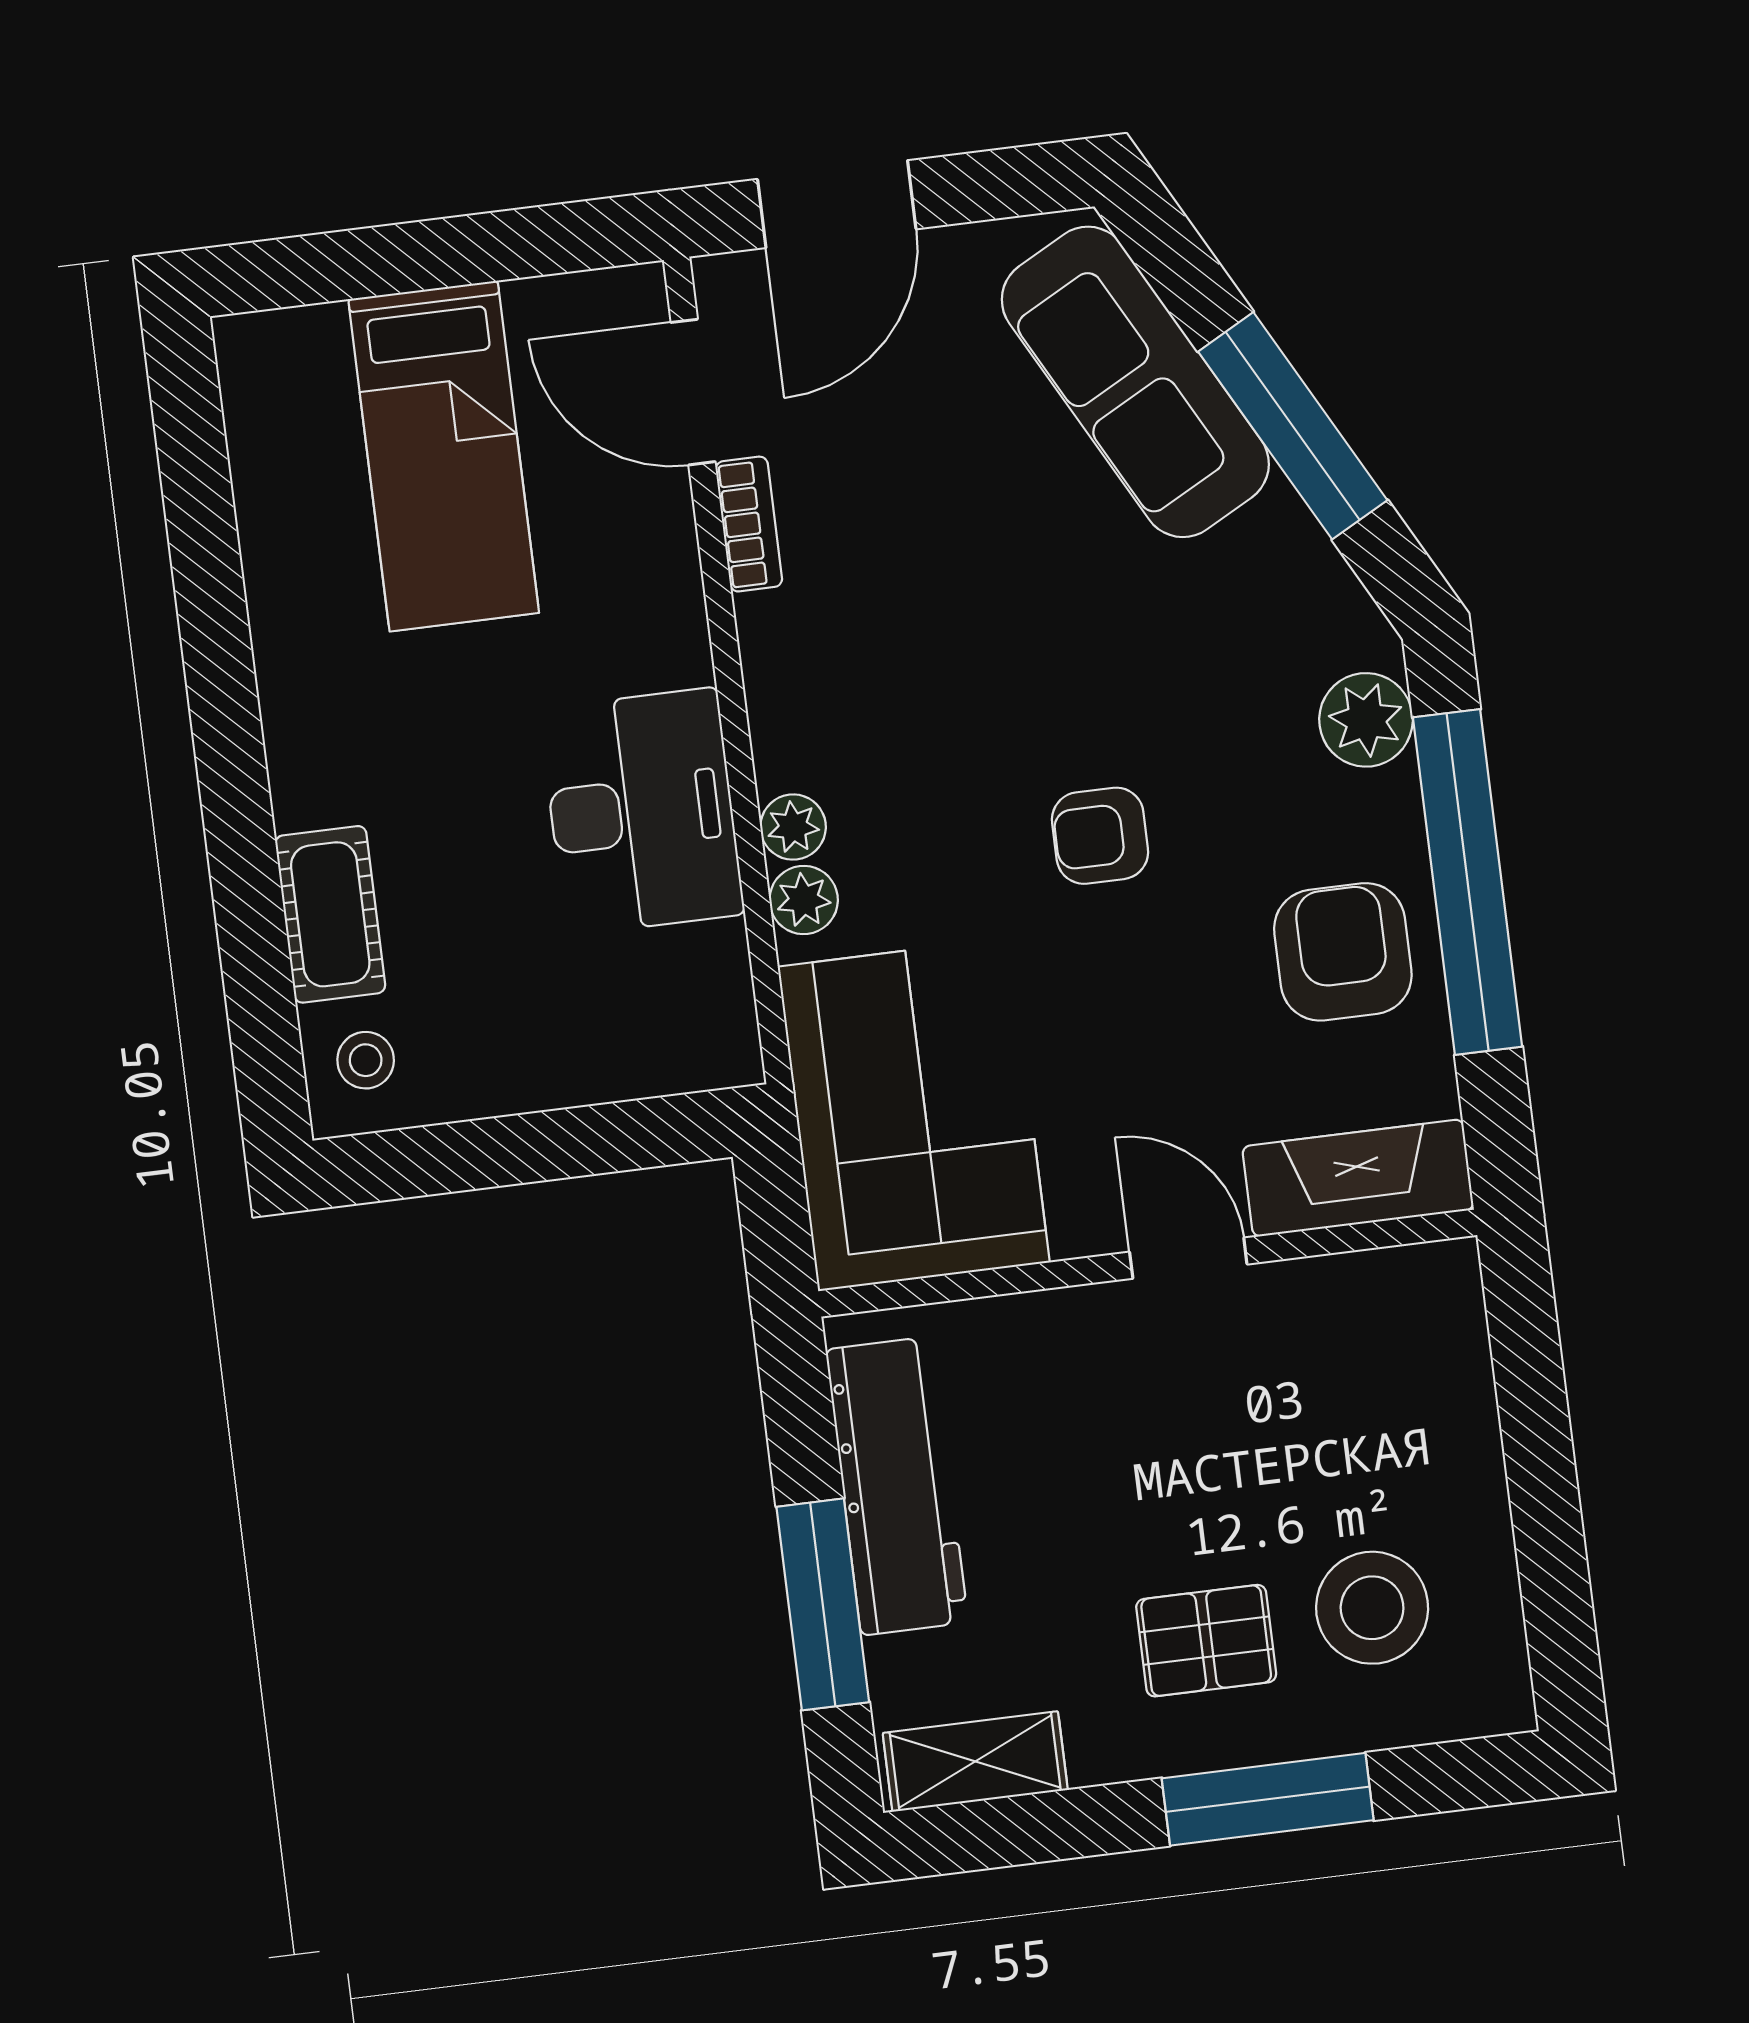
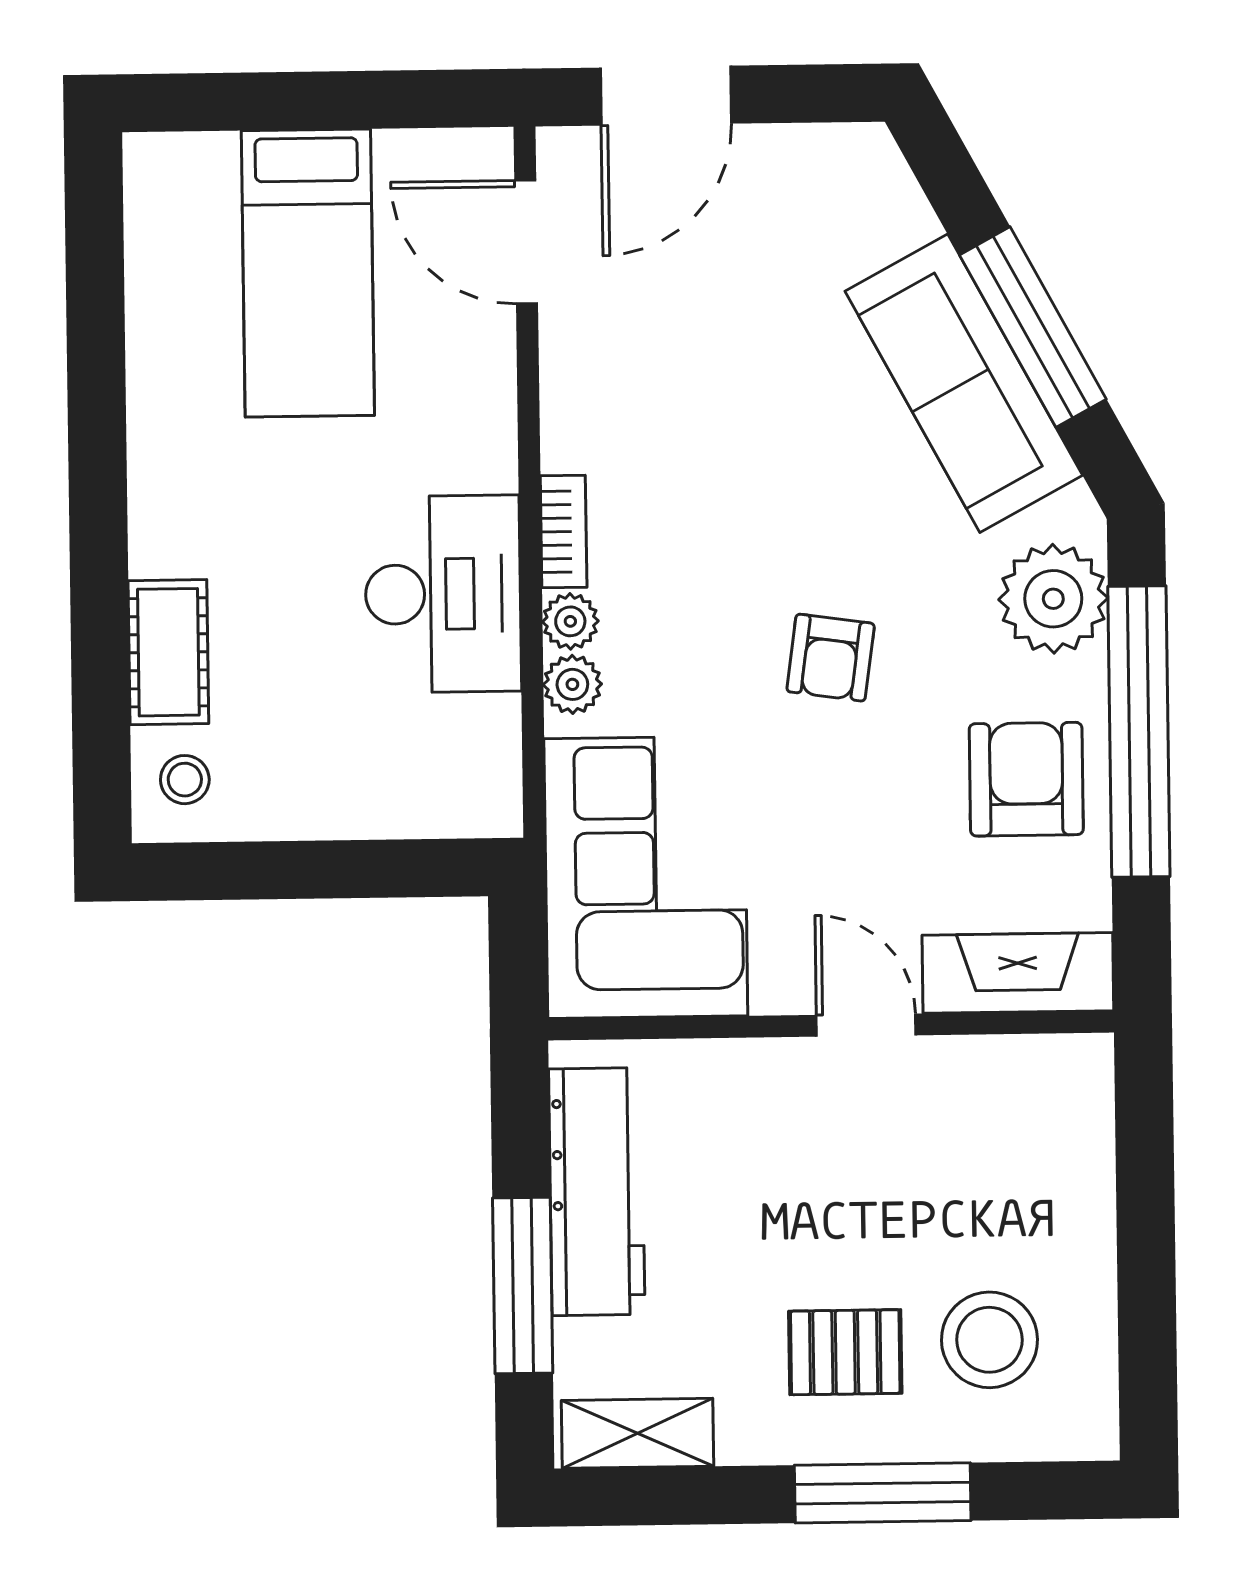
sofa: (1135, 382) -> (964, 383), moved
bookcase: (749, 524) -> (564, 532), moved
plant: (1366, 720) -> (1053, 599), width x1.36, depth x1.36
armchair: (1100, 836) -> (831, 658), turned -82

